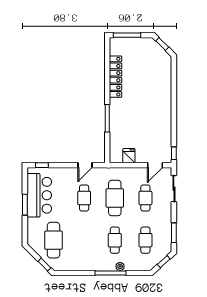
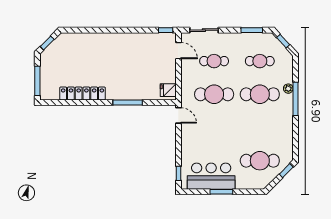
fridge: (129, 156) -> (168, 90), moved
door: (85, 165) -> (178, 115), moved
cafe table: (84, 198) -> (214, 127), removed
cafe table: (115, 240) -> (260, 94), width x1.37, depth x1.35

